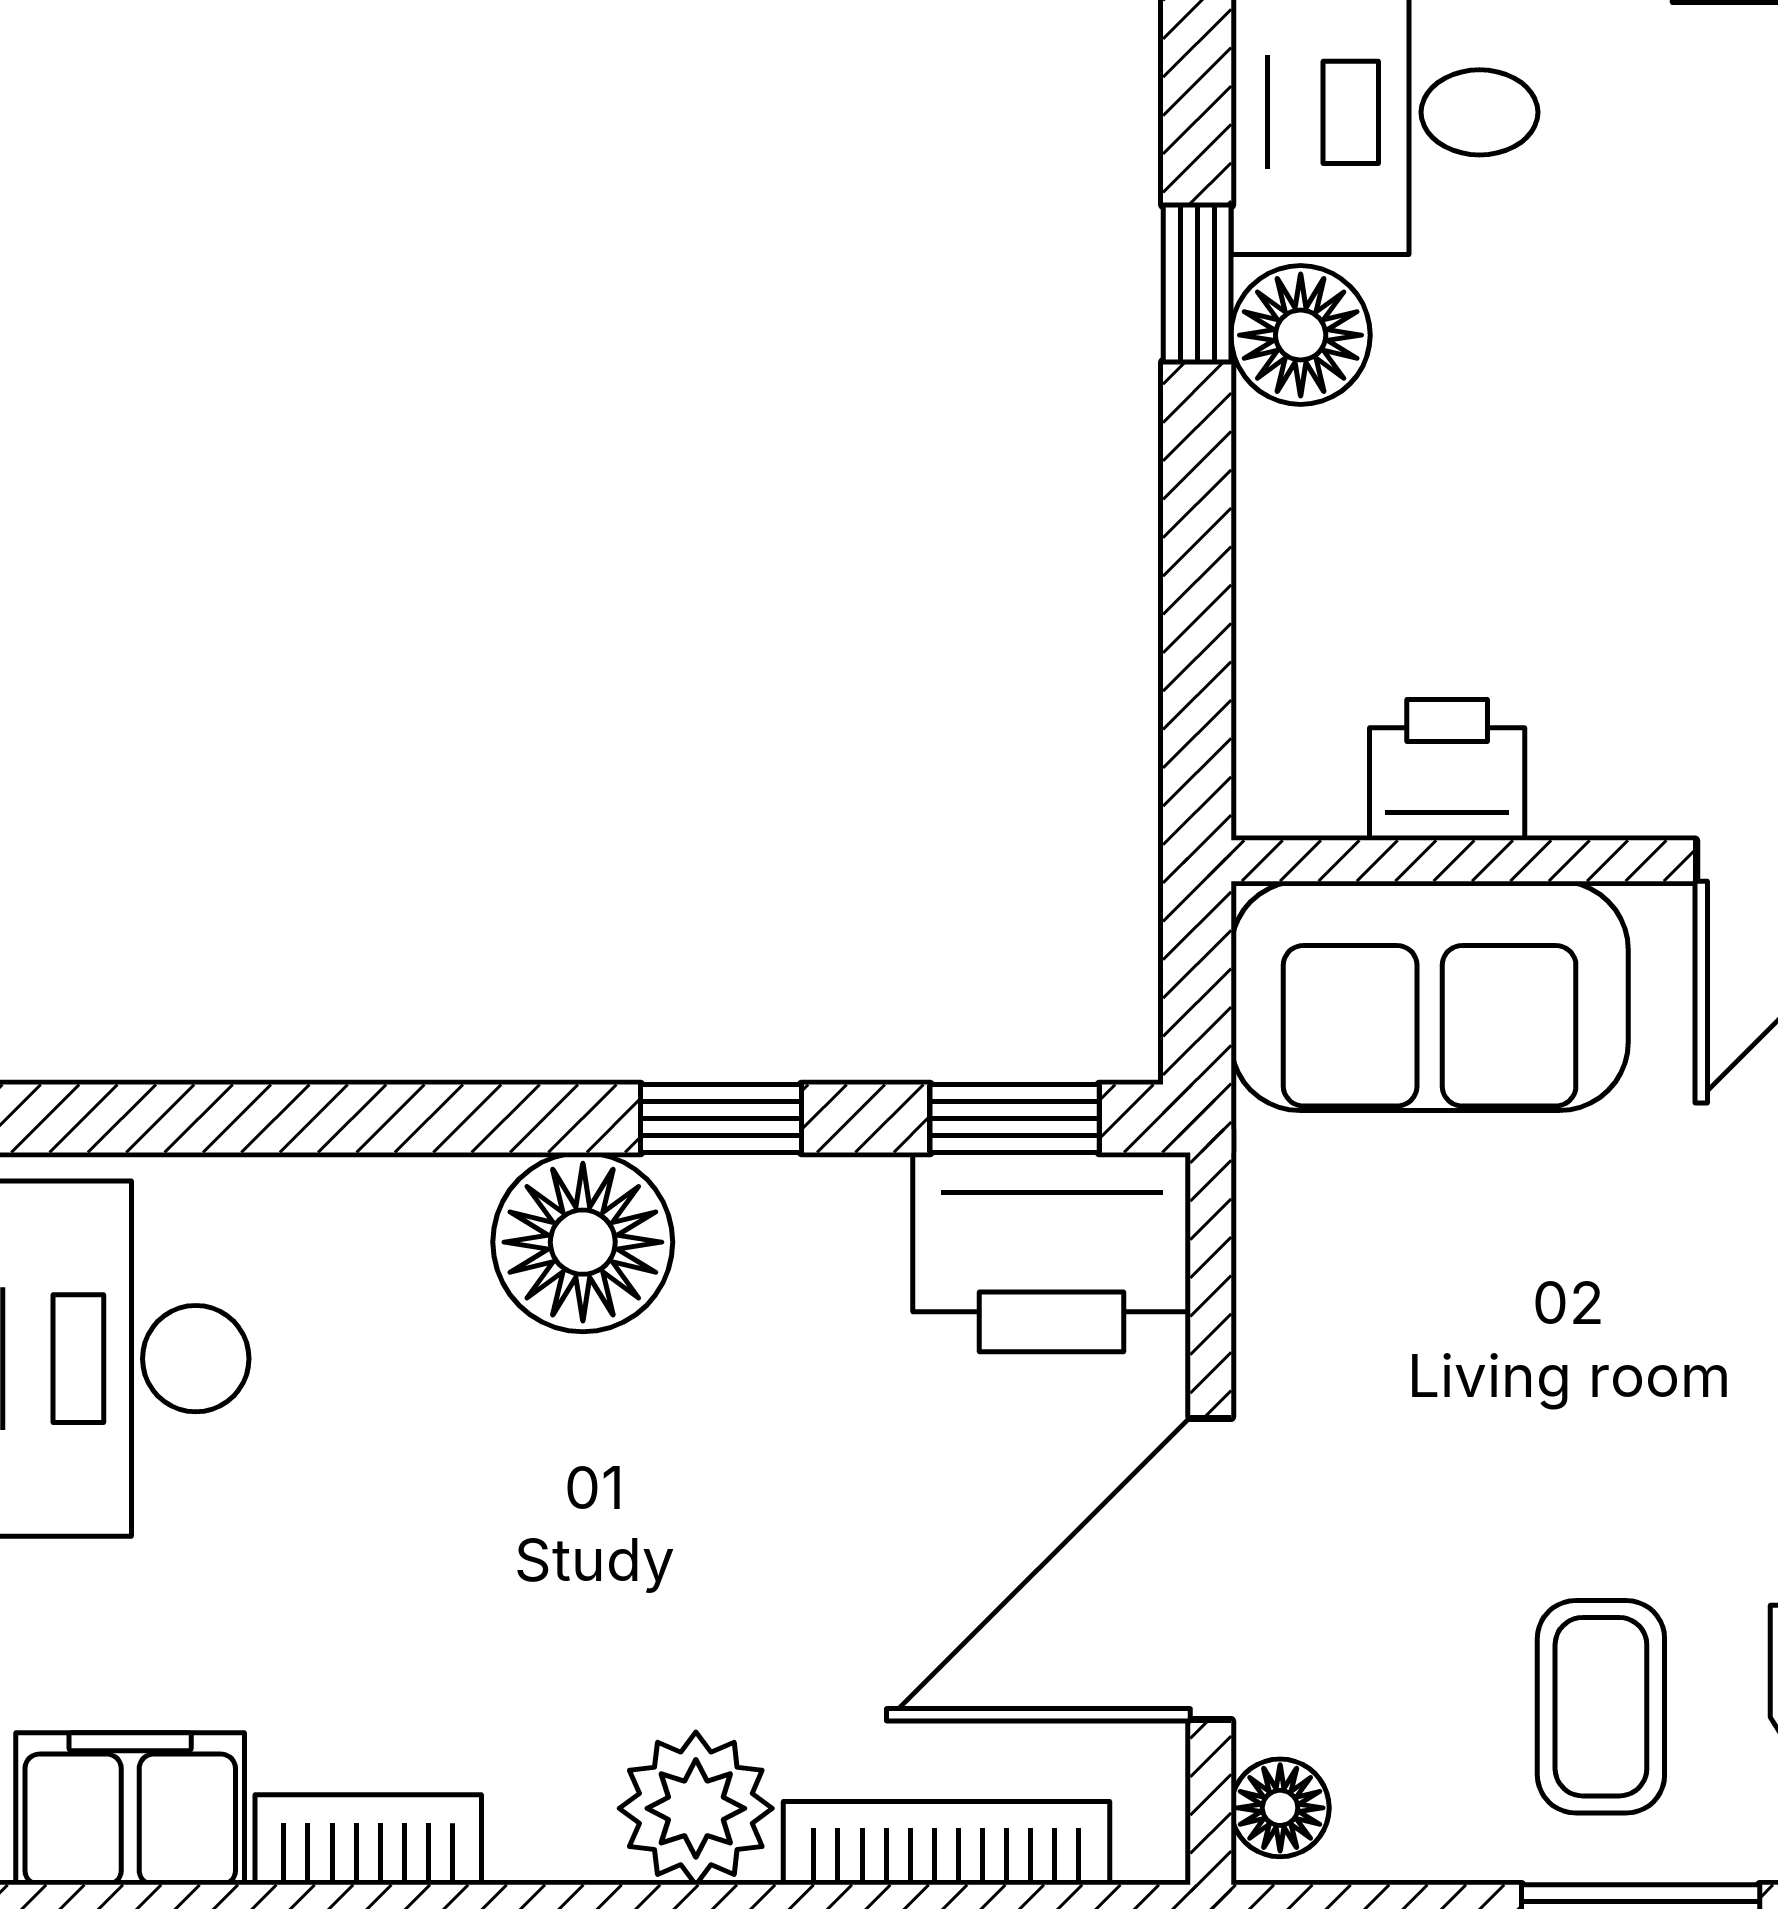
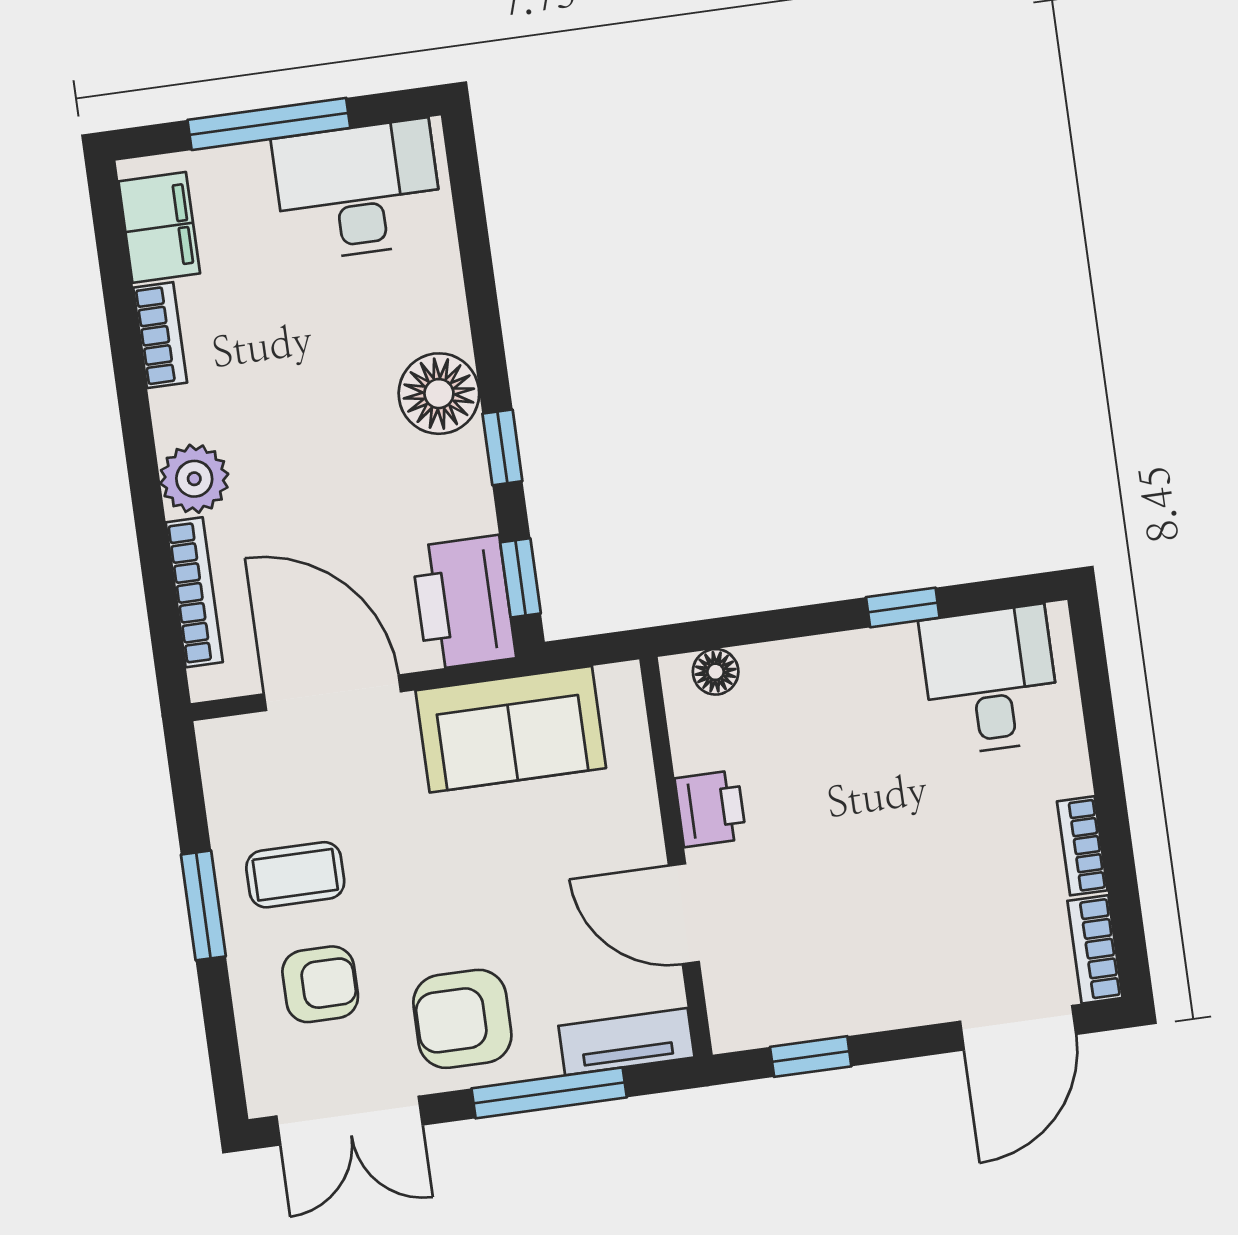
floor lamp: (1301, 335) -> (716, 672), moved, width x0.73, depth x0.73
printer: (1447, 770) -> (710, 809), moved
sofa: (1430, 996) -> (511, 729), moved, turned -90
floor lamp: (1280, 1808) -> (230, 738), removed

